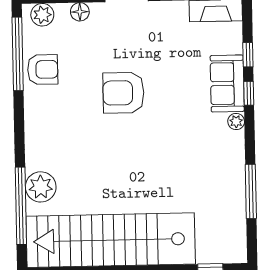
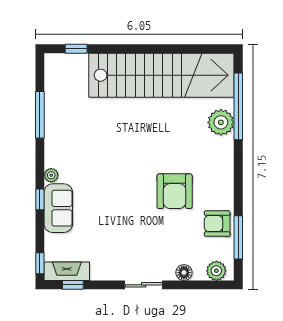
window: (18, 54) -> (238, 237), width x0.68
window: (248, 55) -> (40, 263), moved
armchair: (123, 93) -> (175, 191), moved, turned 90

